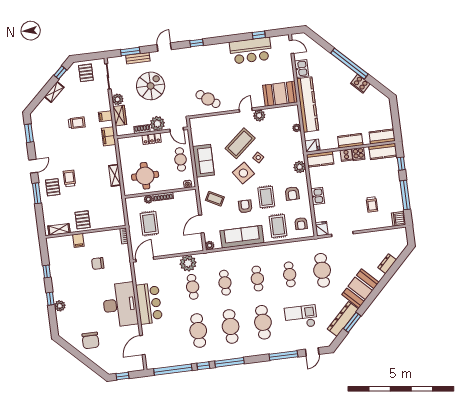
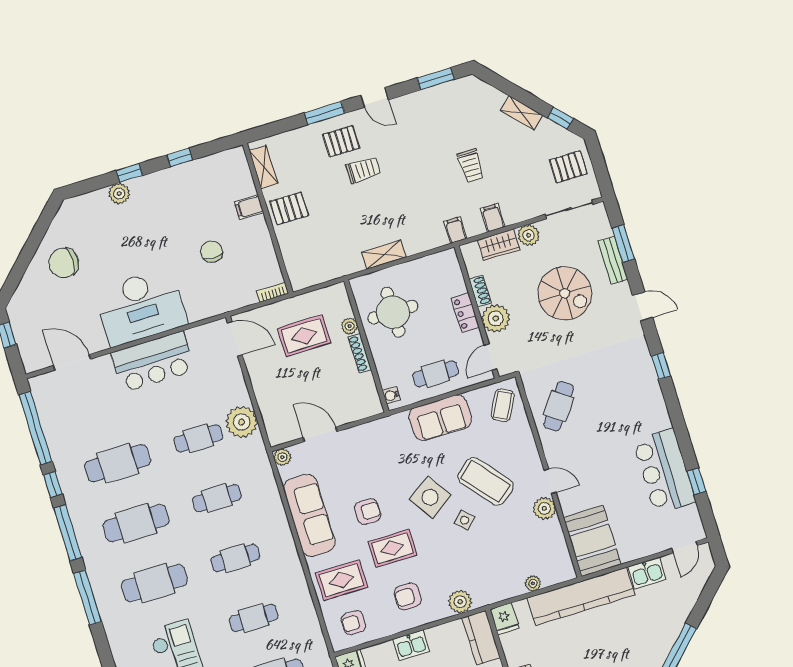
filing cabinet: (108, 136) -> (455, 230), width x0.50
coffee table: (215, 199) -> (503, 405), moved
window: (283, 355) -> (88, 598), moved

